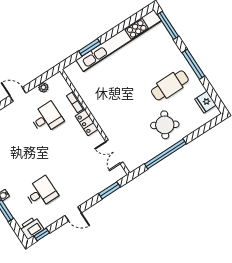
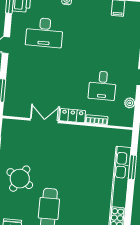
double door: (114, 152) -> (44, 121), moved
desk: (41, 193) -> (44, 32), width x1.37

